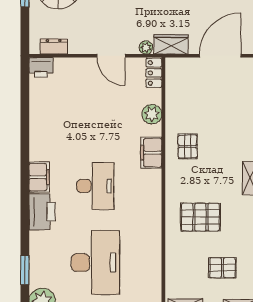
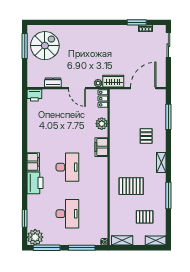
dresser: (54, 46) -> (53, 83), moved
pallet: (188, 146) -> (146, 136), moved
desk: (95, 263) -> (67, 214), width x0.73, depth x0.77

